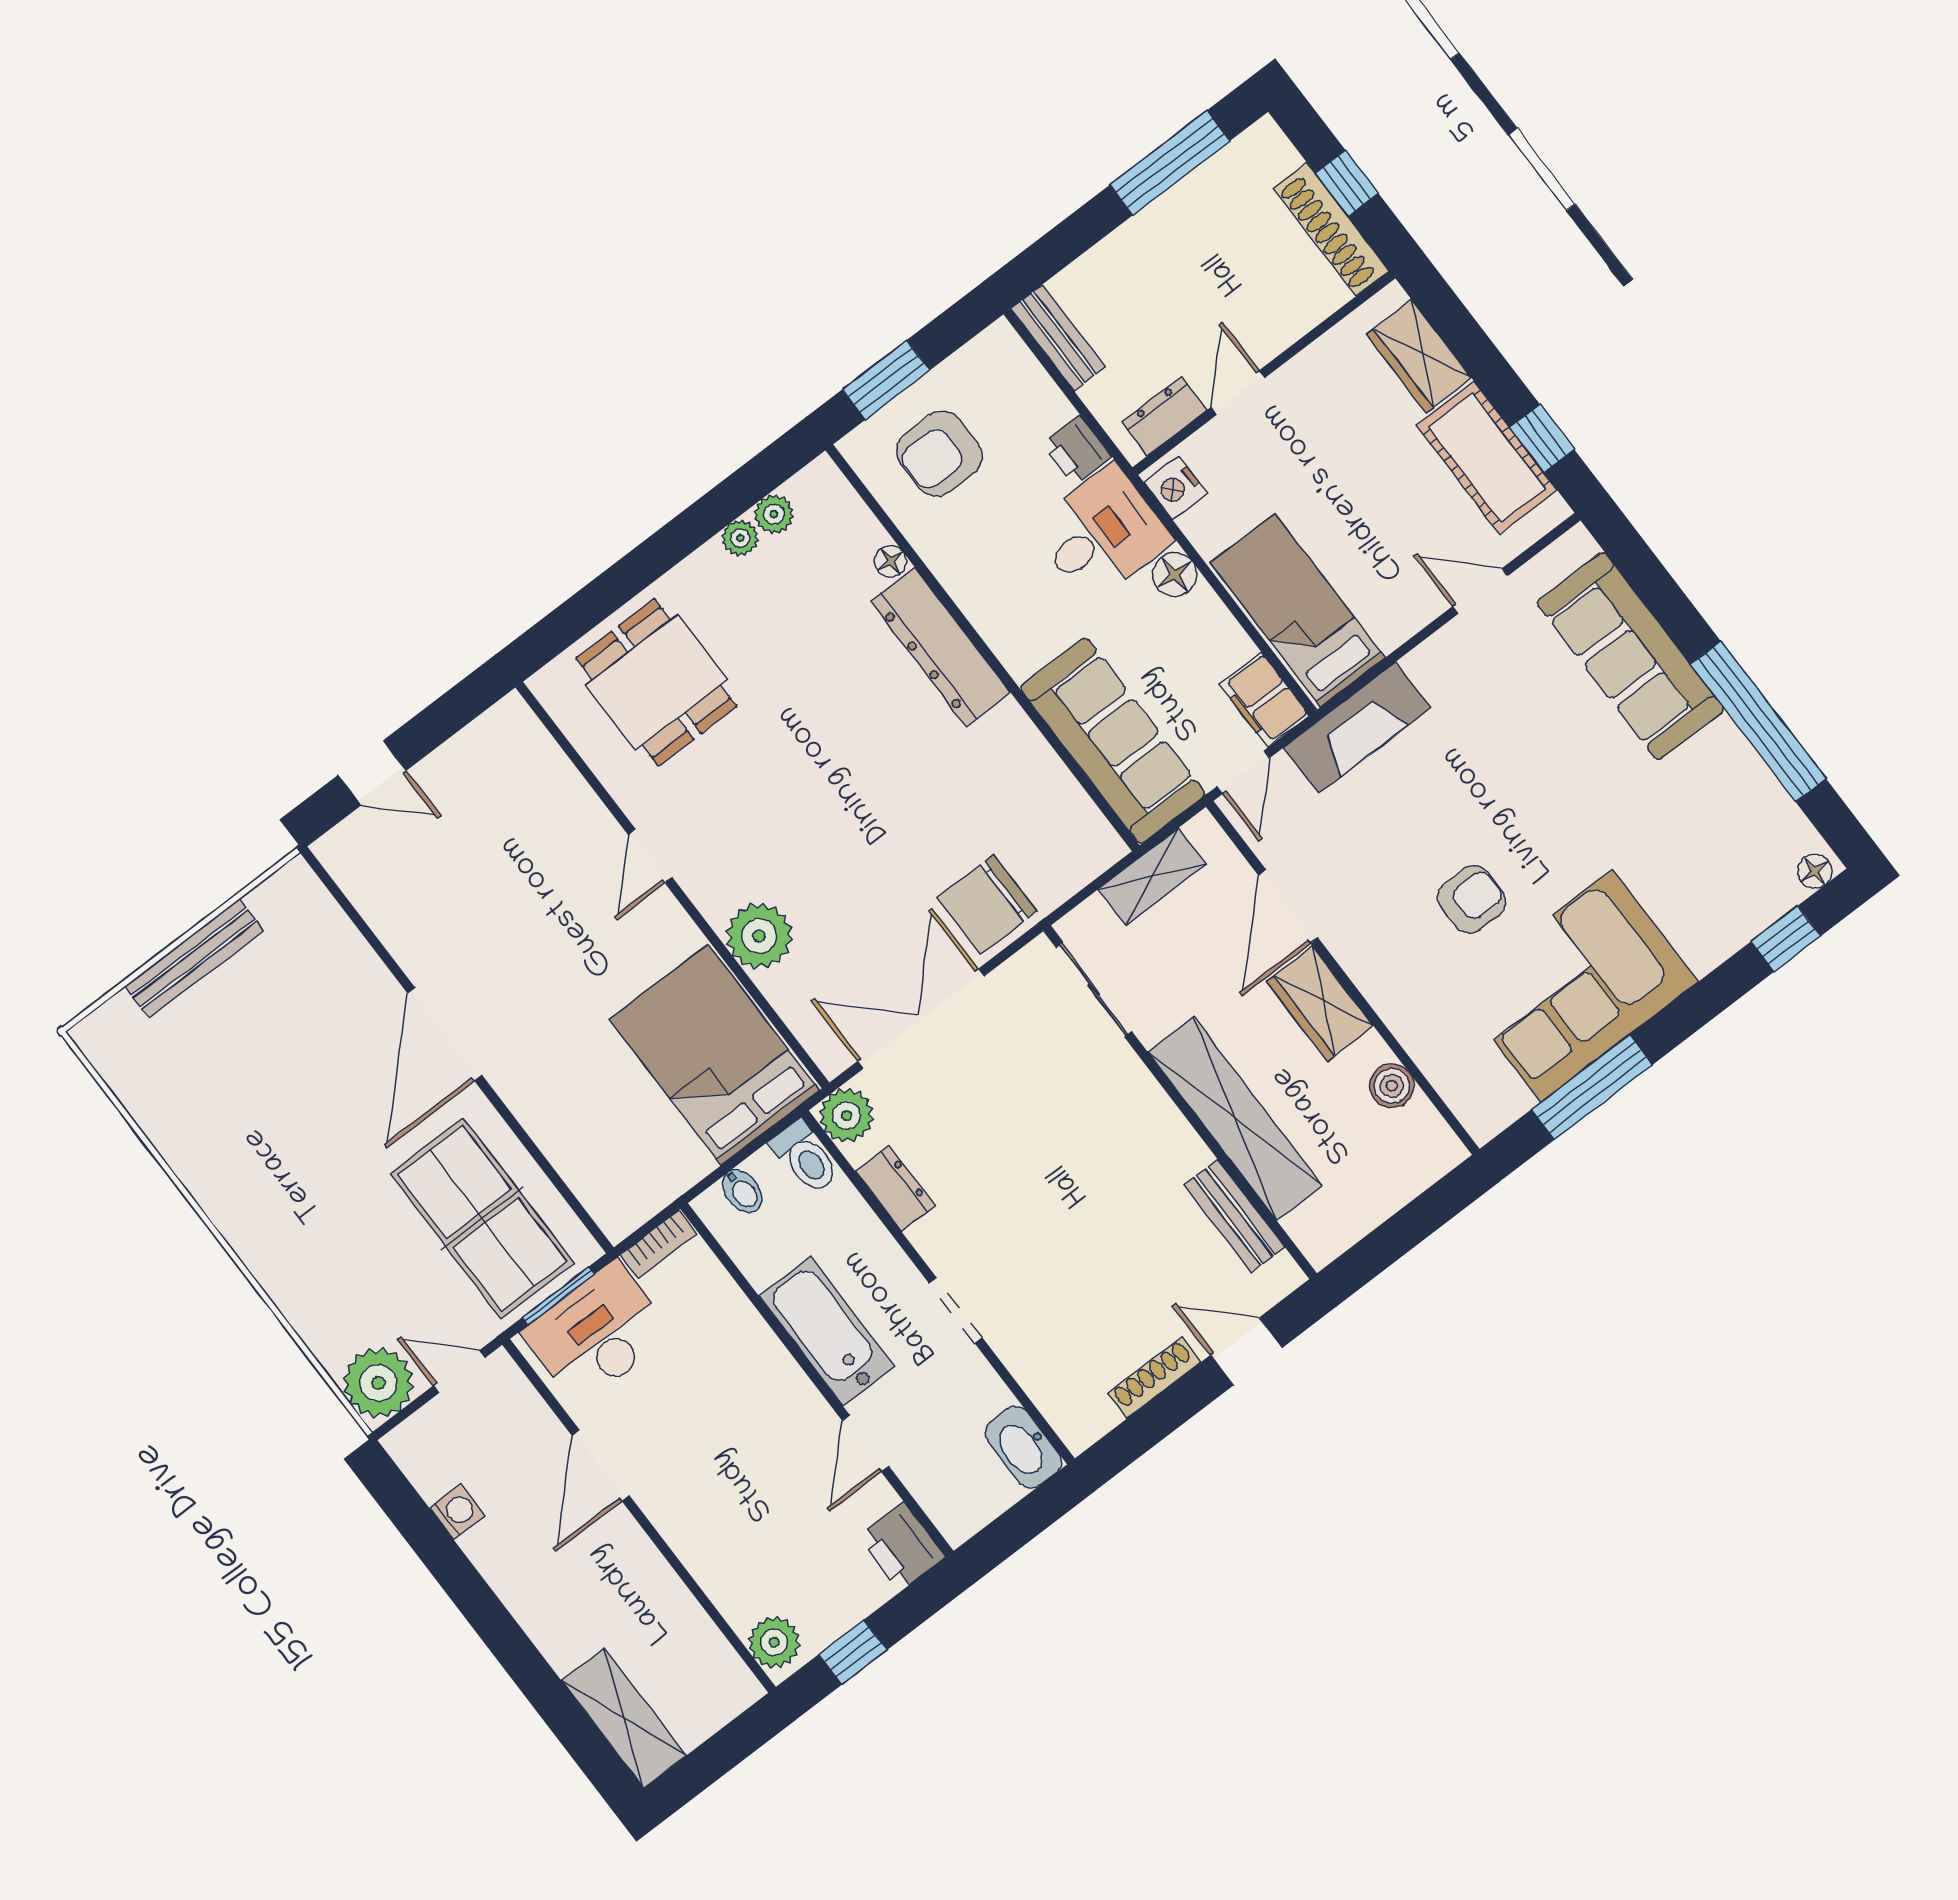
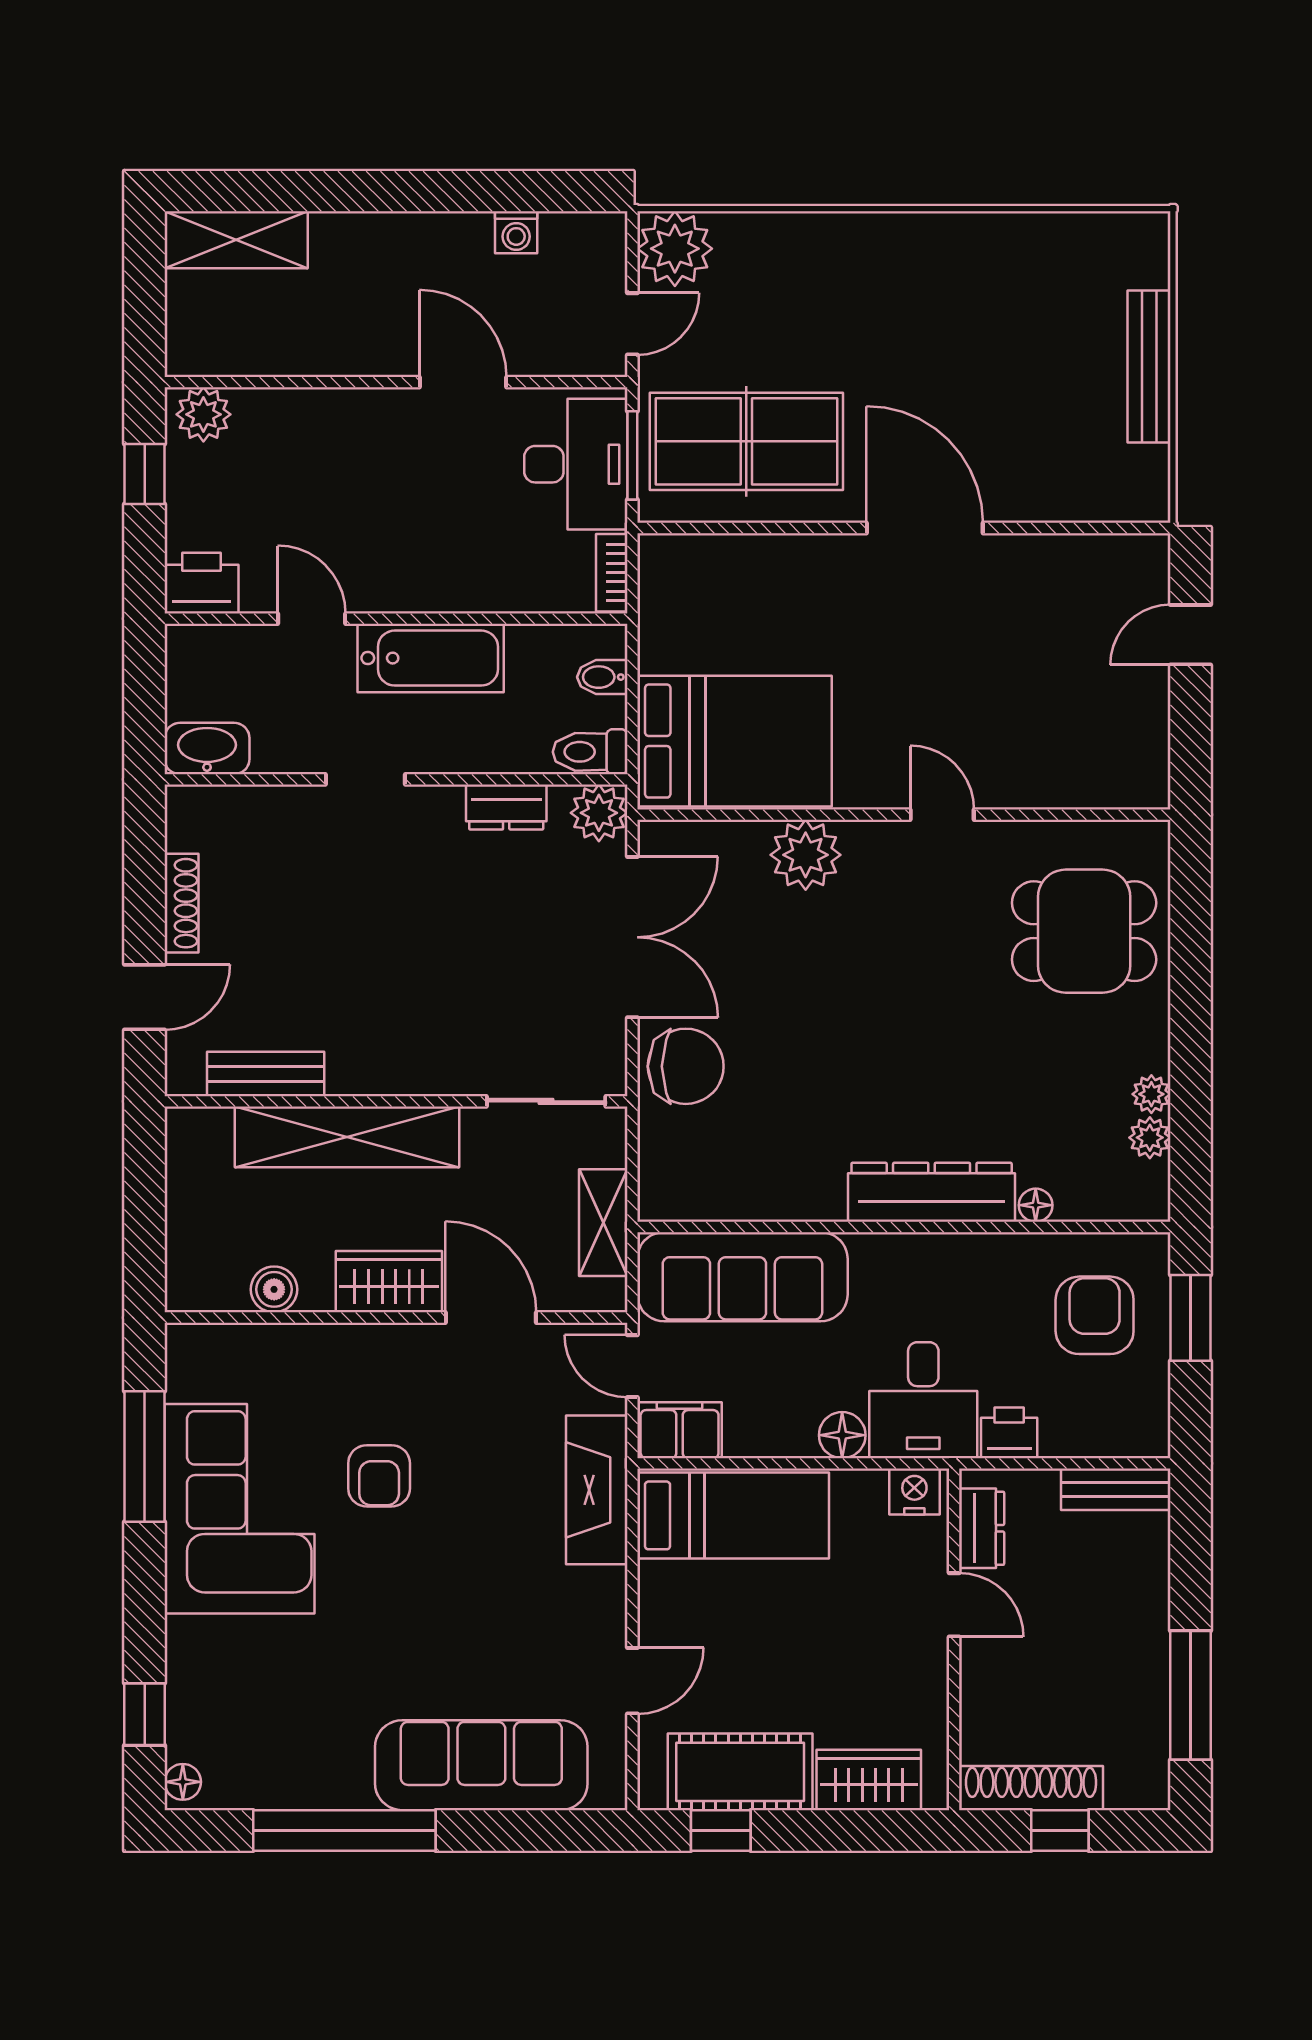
chair: (987, 904) -> (686, 1066), turned 90

